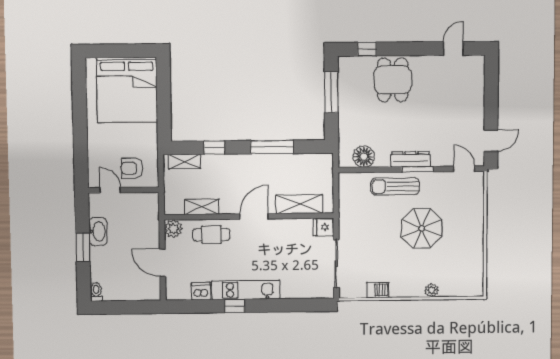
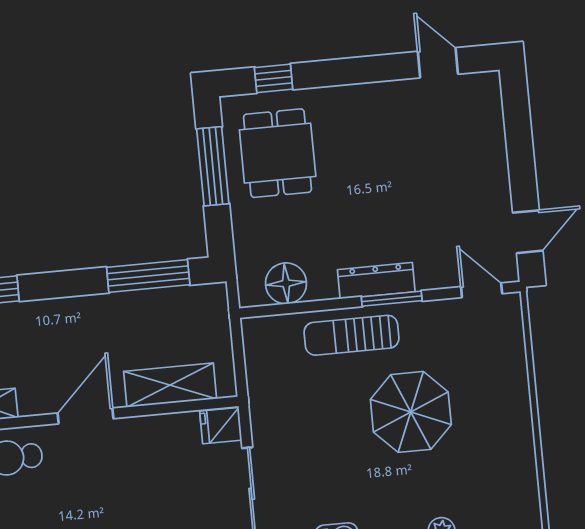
door: (453, 49) -> (438, 63), hinge flipped
dining table: (393, 80) -> (278, 153), moved
window: (272, 147) -> (148, 276), moved

